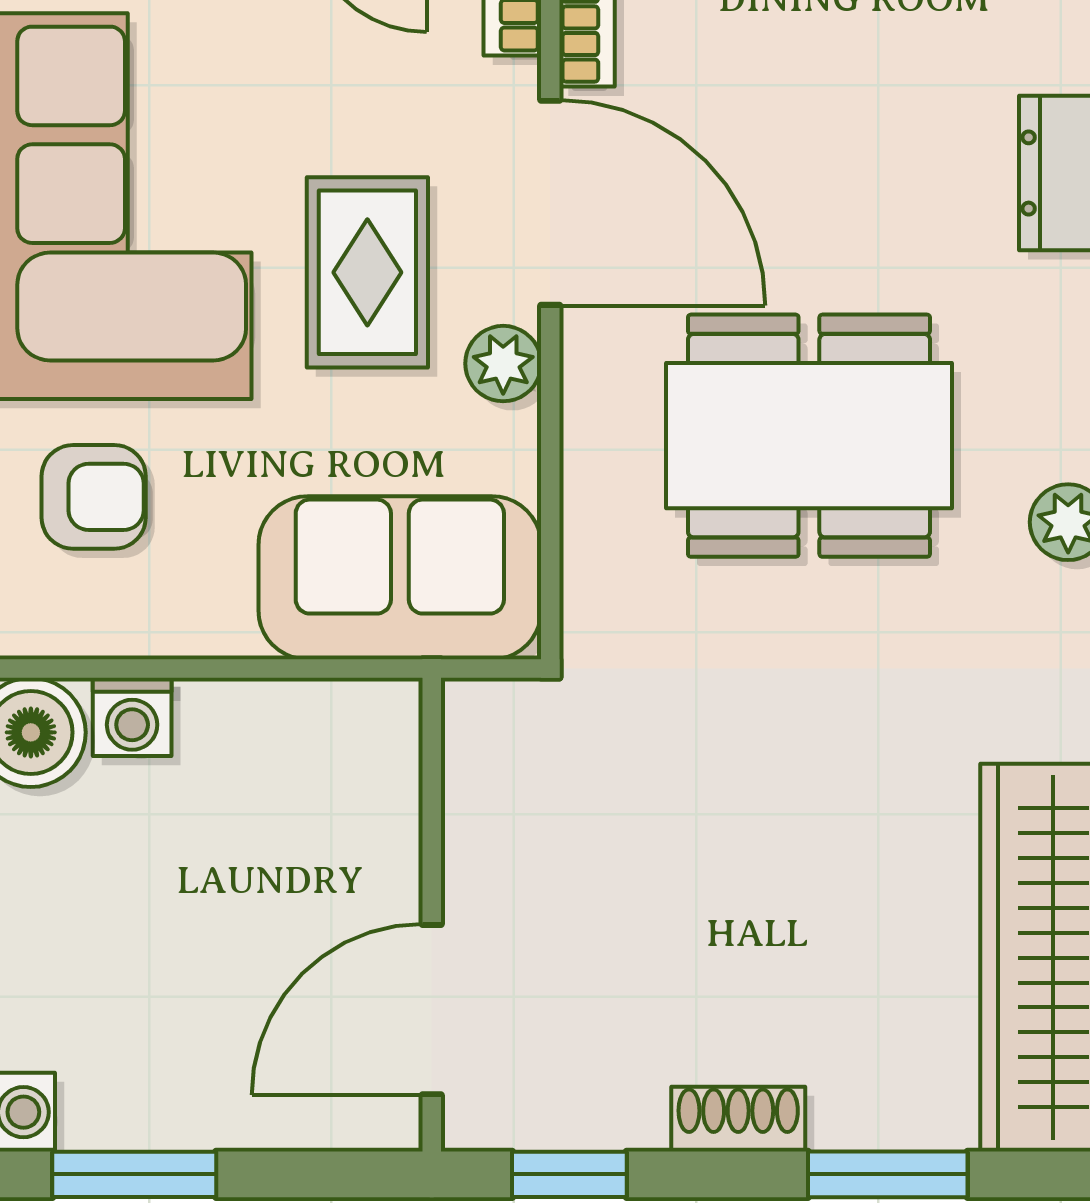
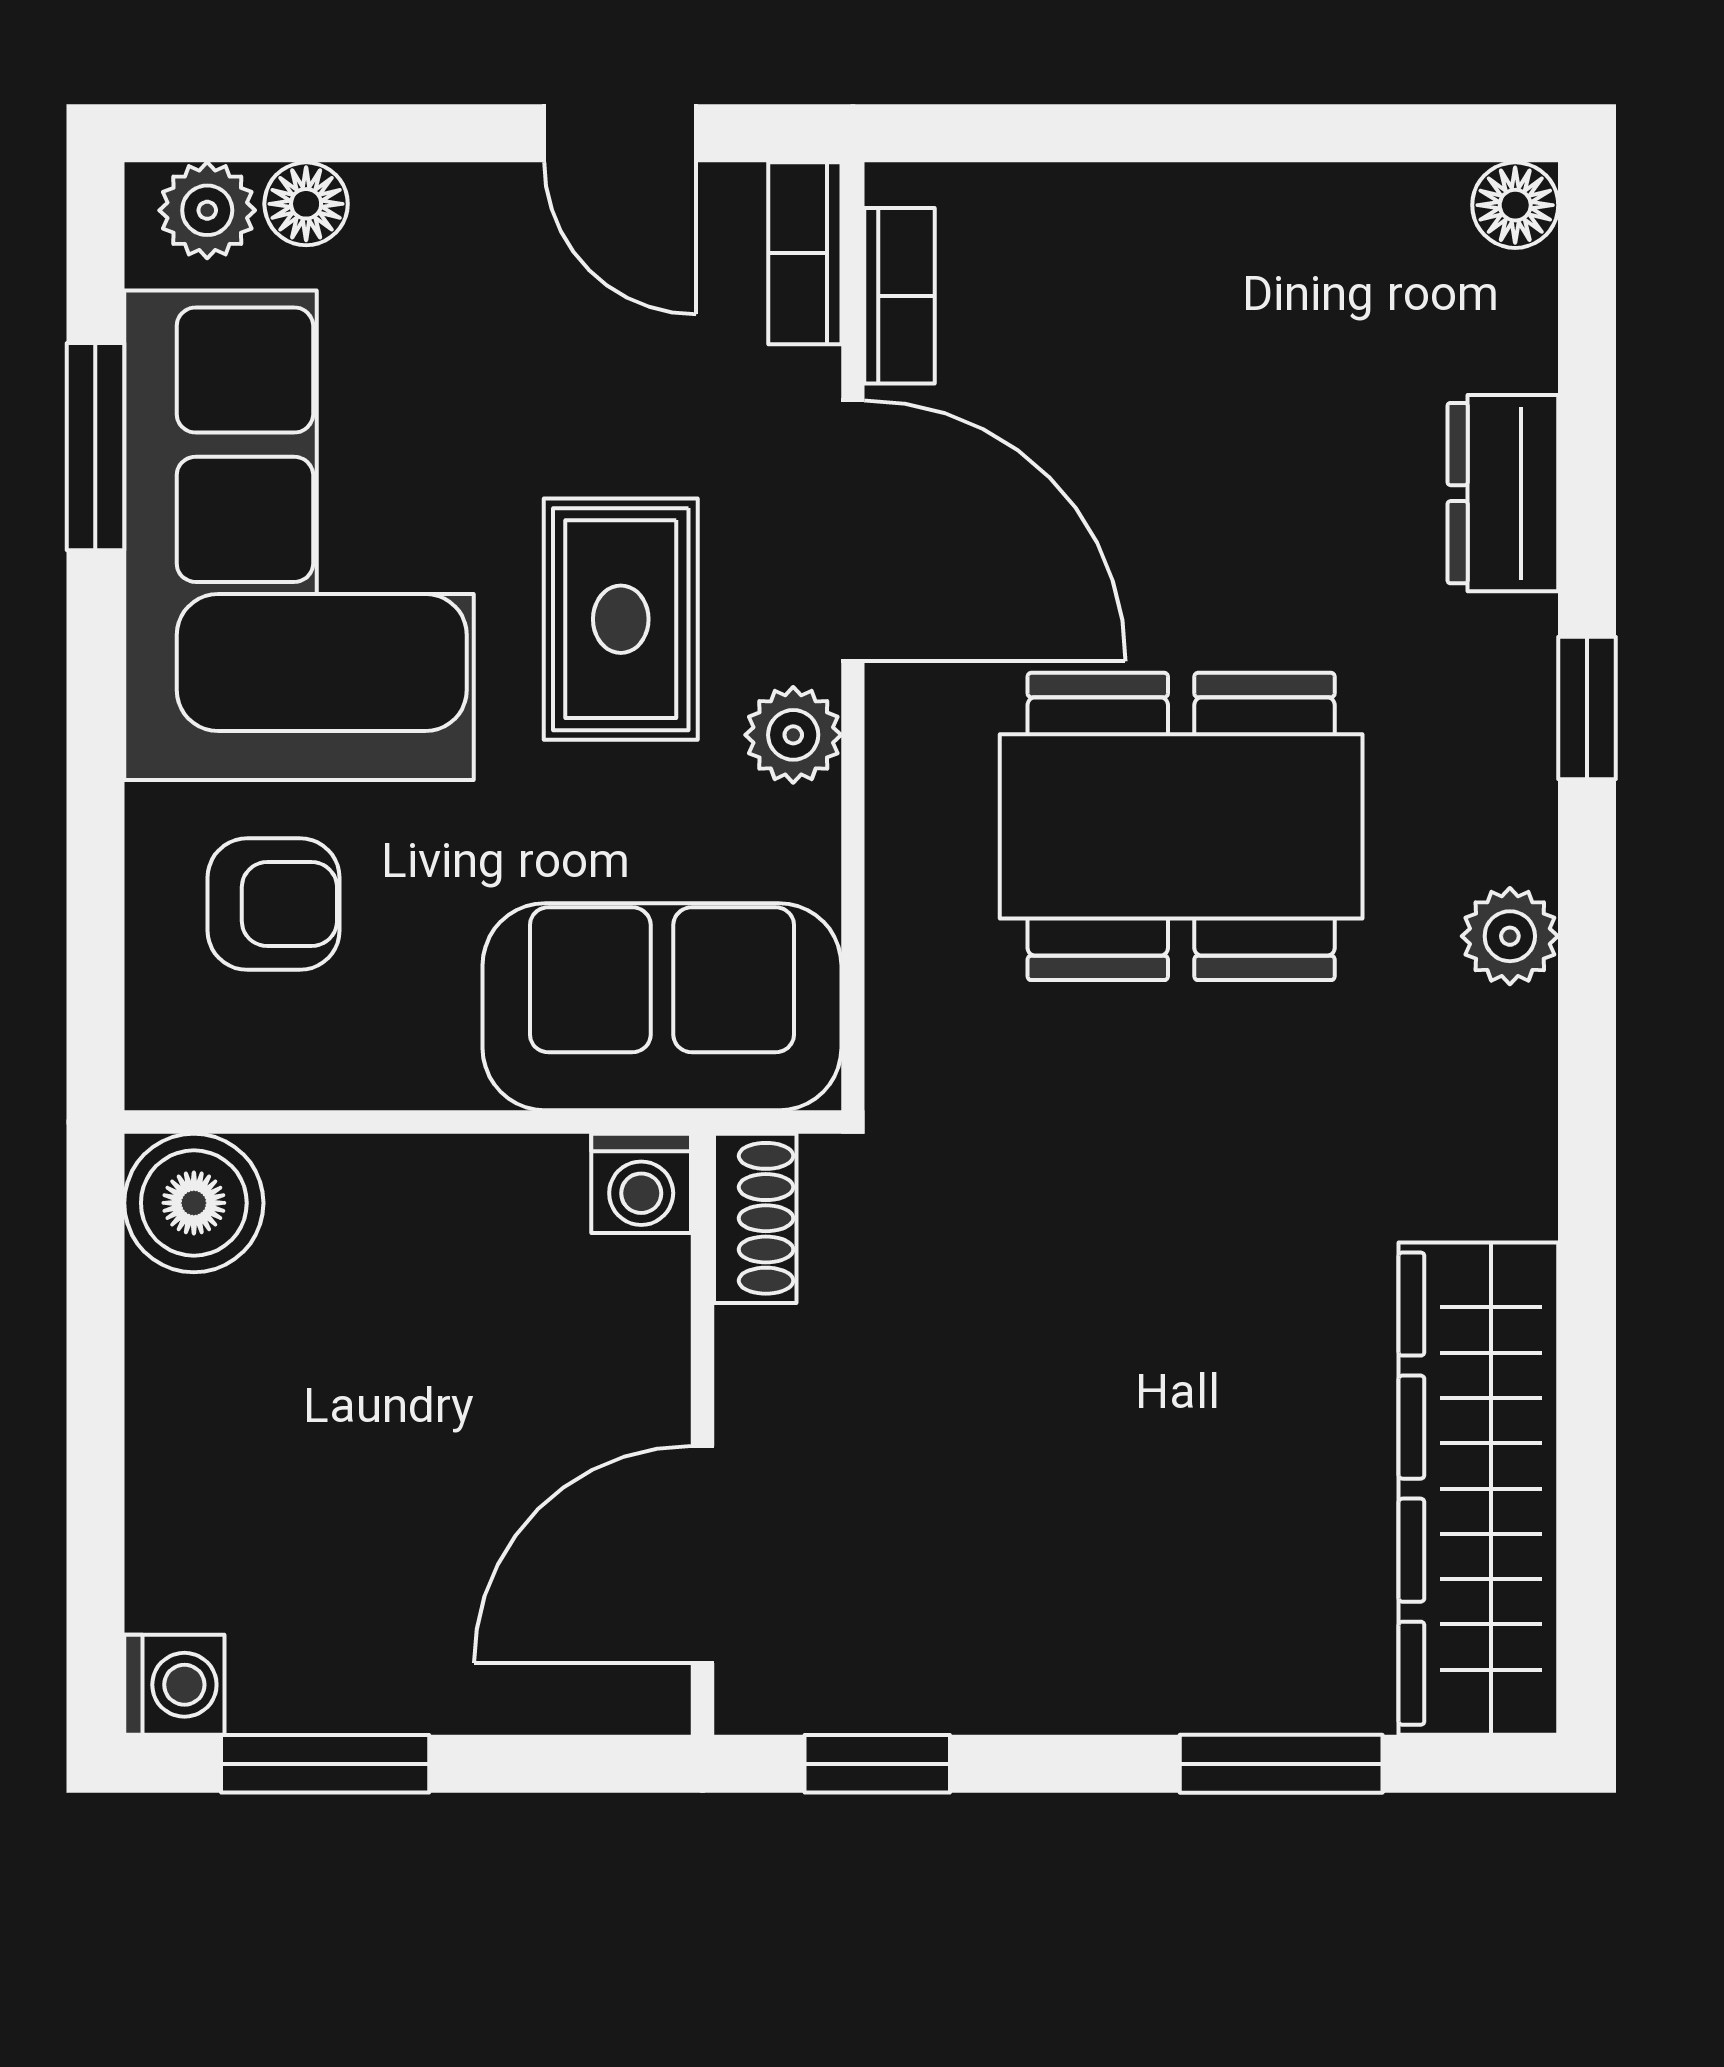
washing machine: (132, 717) -> (641, 1183), moved
shoe rack: (738, 1119) -> (755, 1218), moved, turned 90

